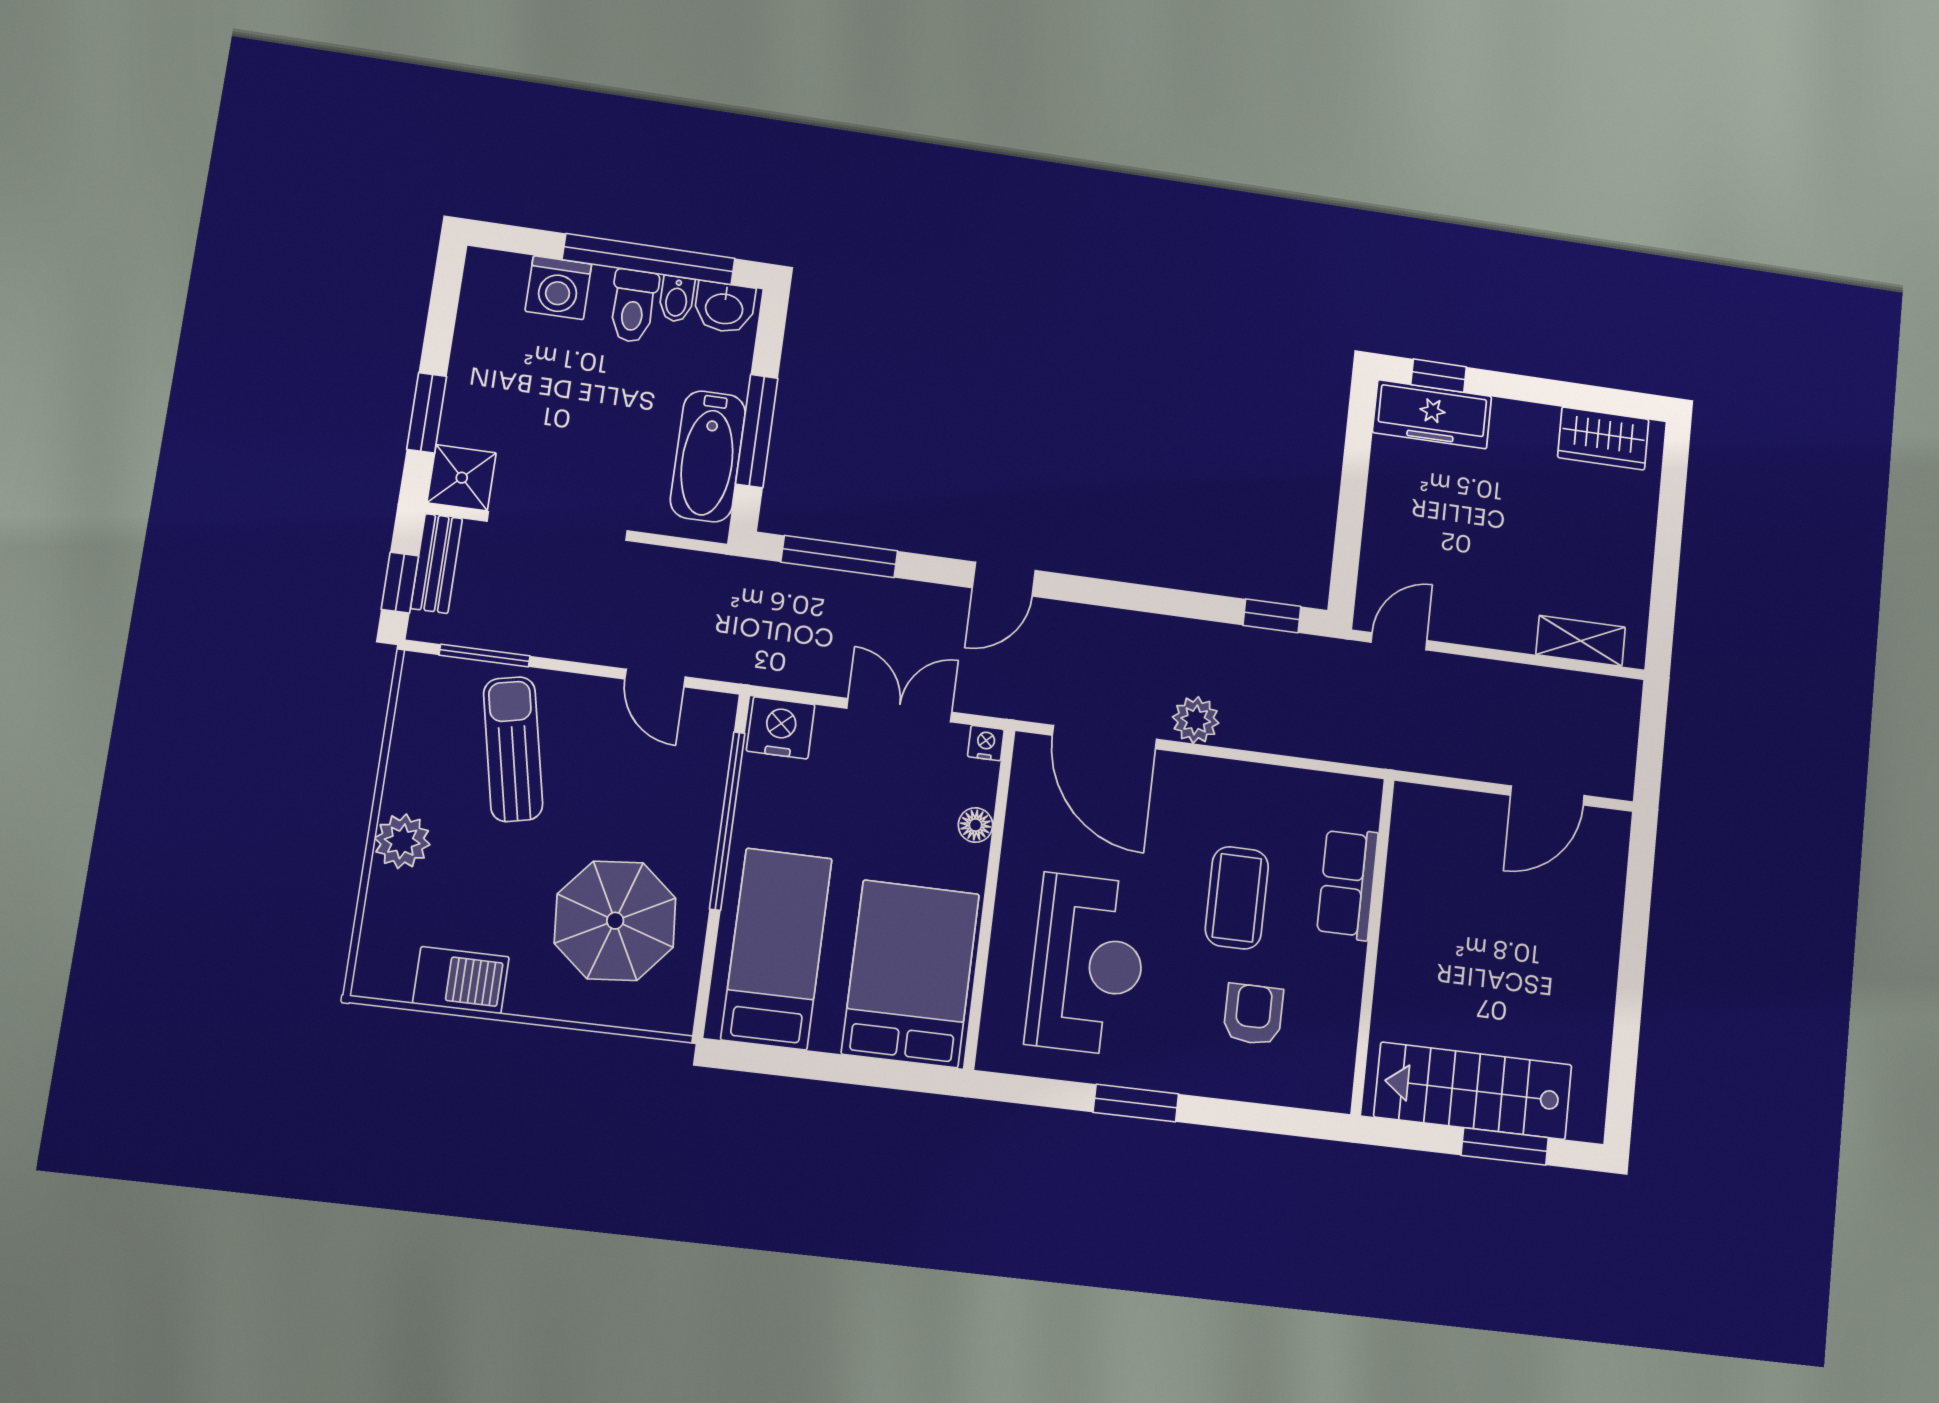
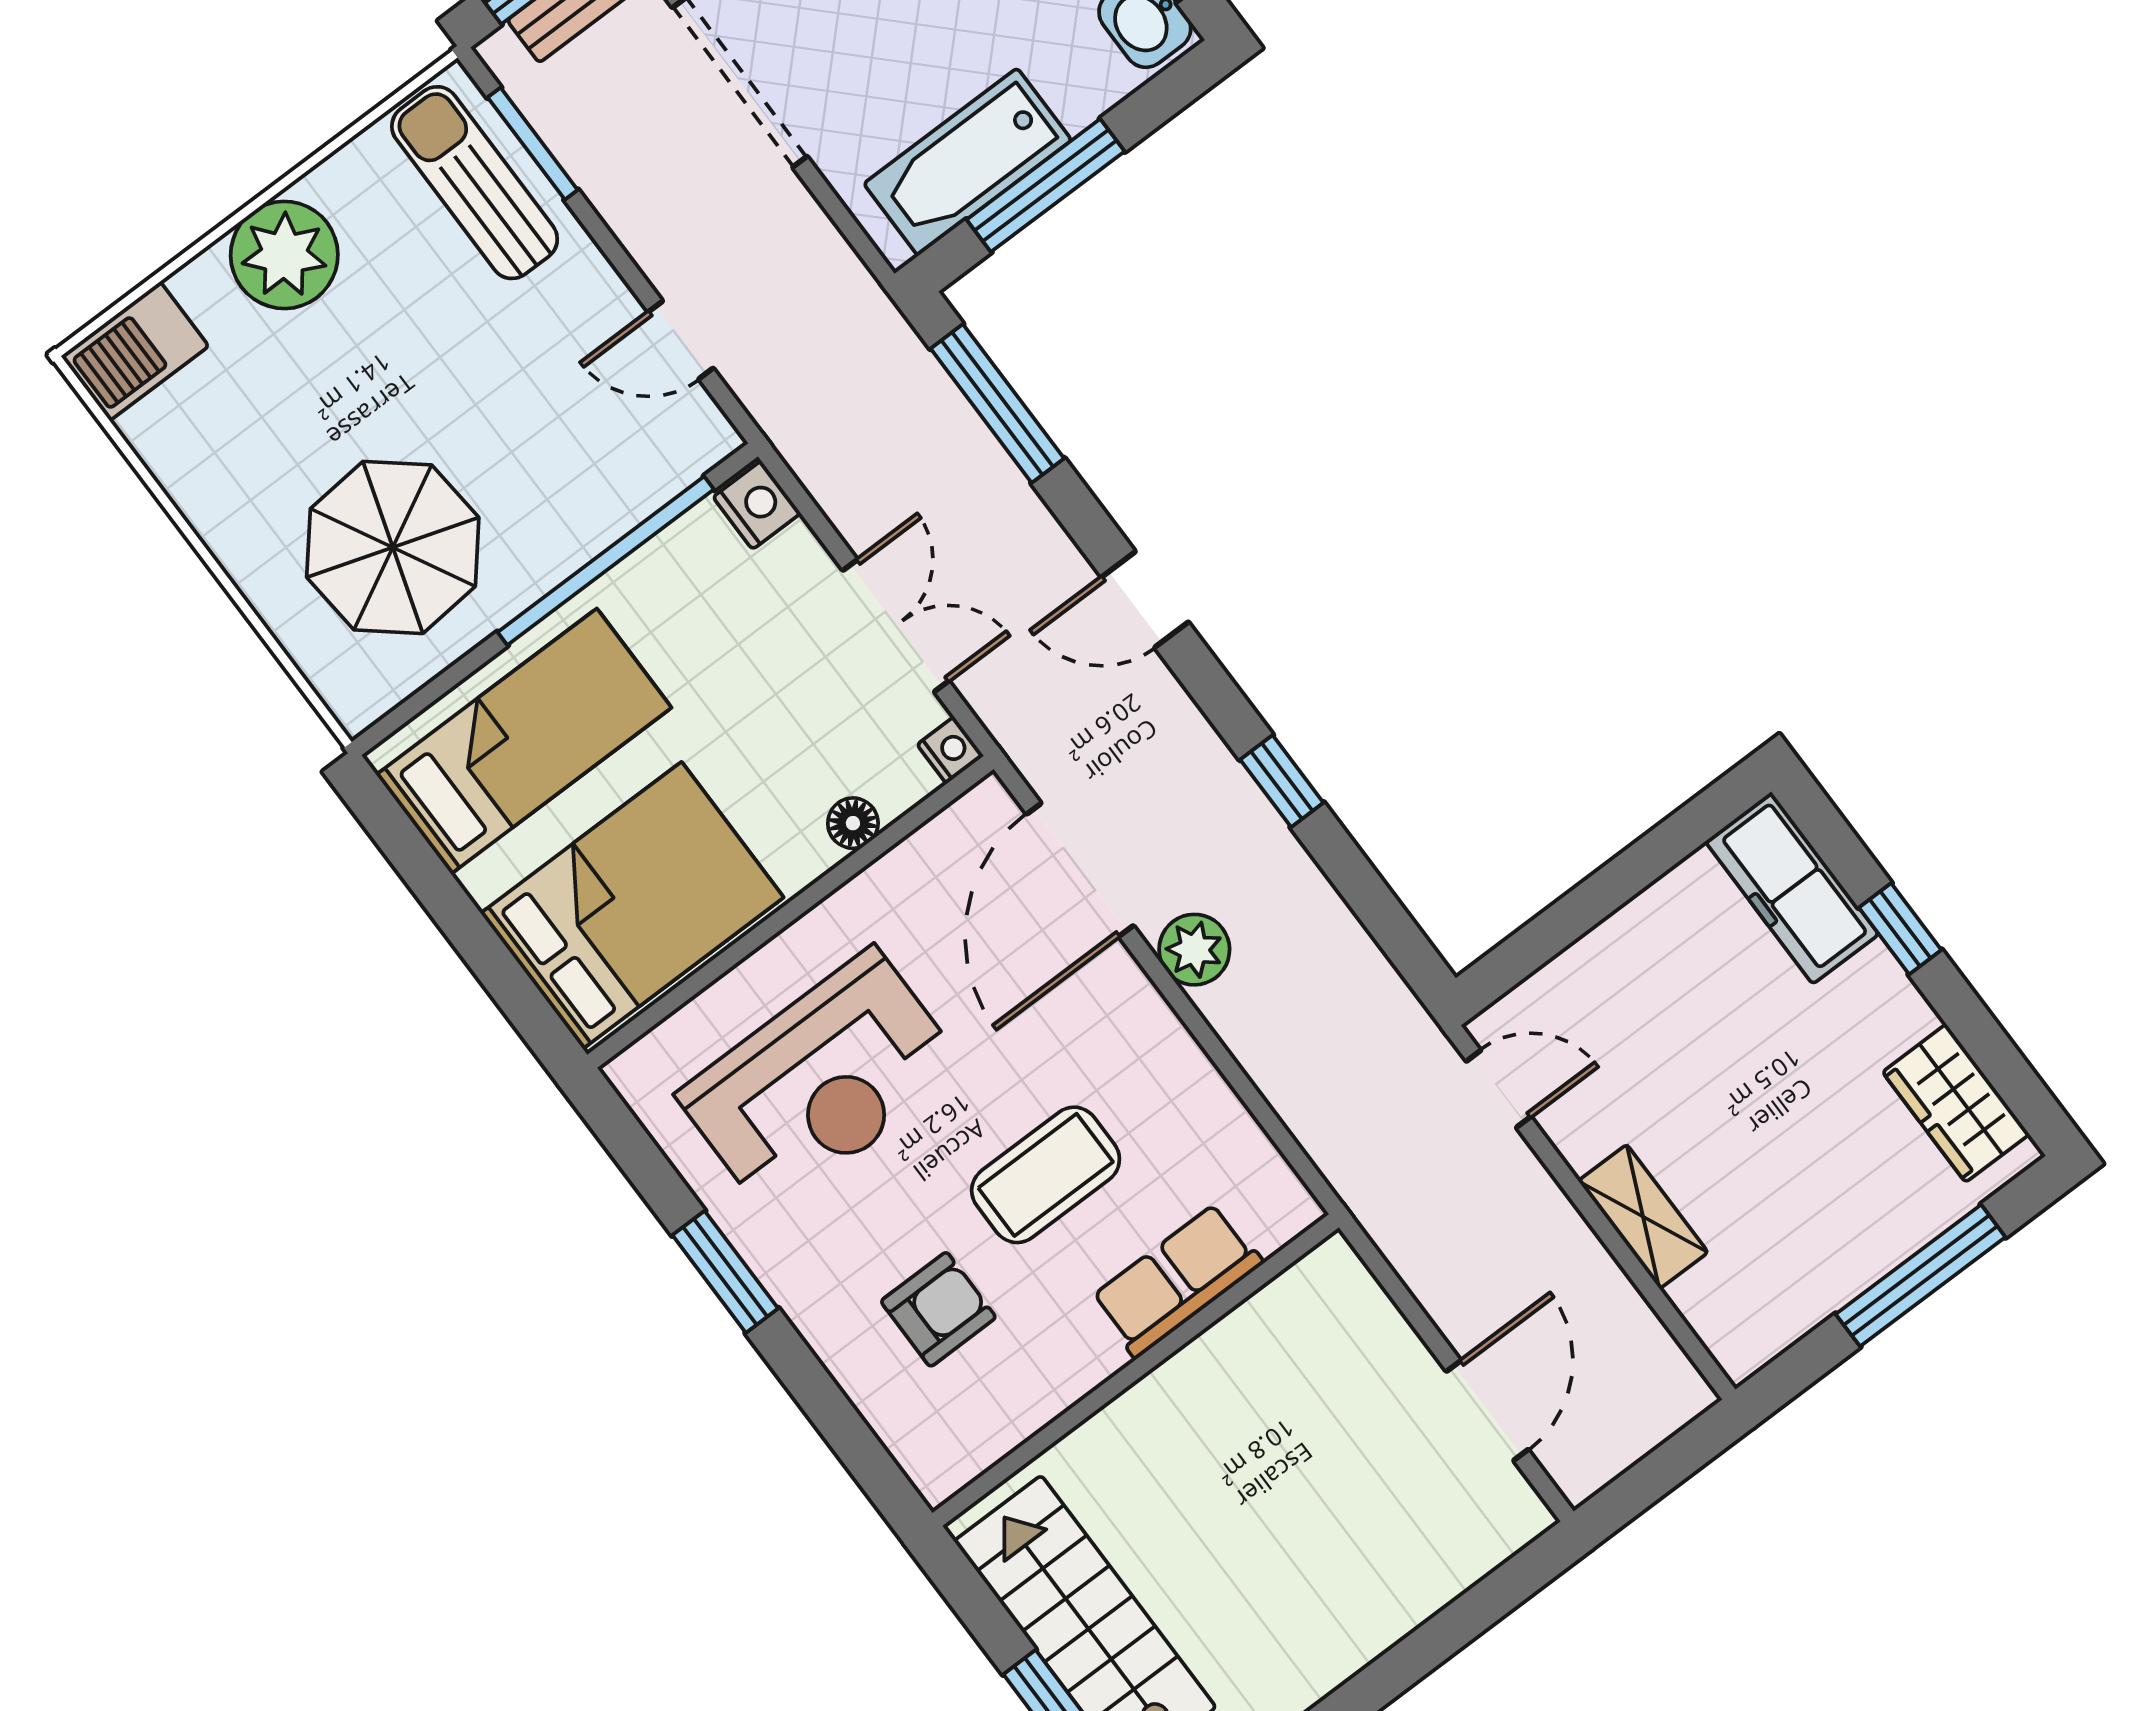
window: (1439, 376) -> (1900, 929), moved
window: (1669, 533) -> (1921, 1276), added
window: (1272, 616) -> (1282, 781), moved
shelving: (1581, 641) -> (1643, 1217), moved
door: (655, 678) -> (681, 340), hinge flipped
nightstand: (781, 728) -> (757, 505), width x0.74, depth x0.75
sun lounger: (513, 749) -> (475, 183), moved, turned -78
door: (1547, 795) -> (1487, 1410), swing flipped
plant: (402, 841) -> (284, 255), width x1.36, depth x1.36
barbecue: (461, 980) -> (135, 351), moved, turned 90

